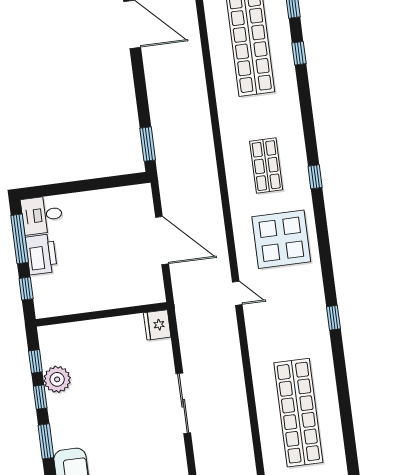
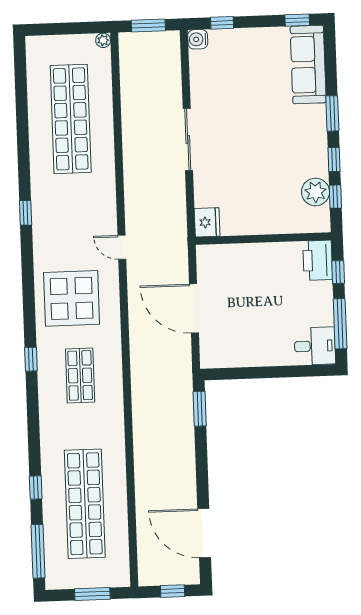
printer: (41, 254) -> (318, 260), moved
plant: (57, 379) -> (315, 192), moved

